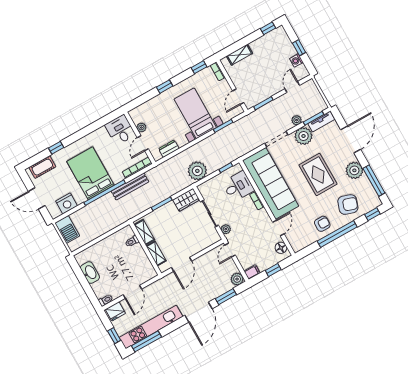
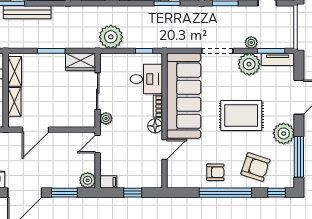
rug: (318, 175) -> (241, 116), turned 90
floor lamp: (281, 248) -> (155, 126), moved

